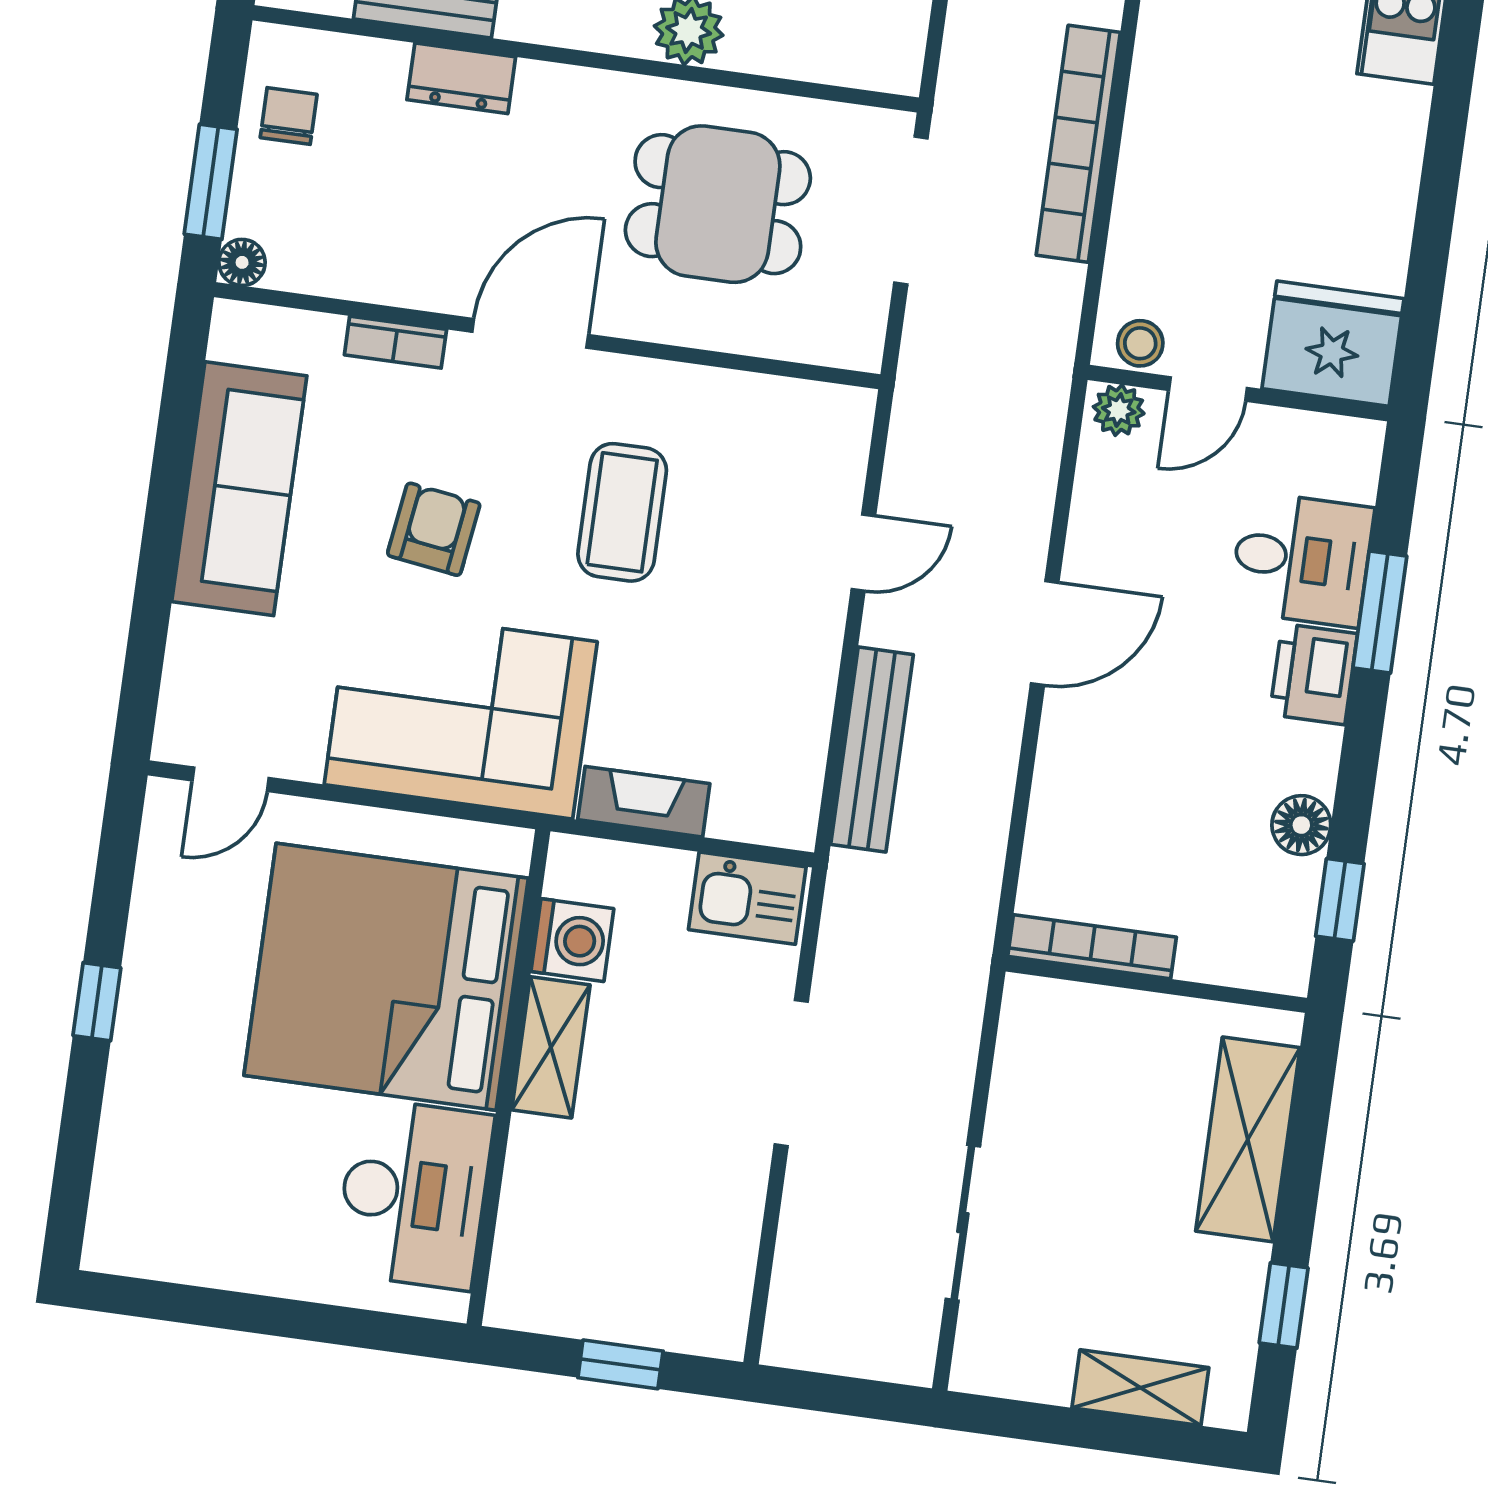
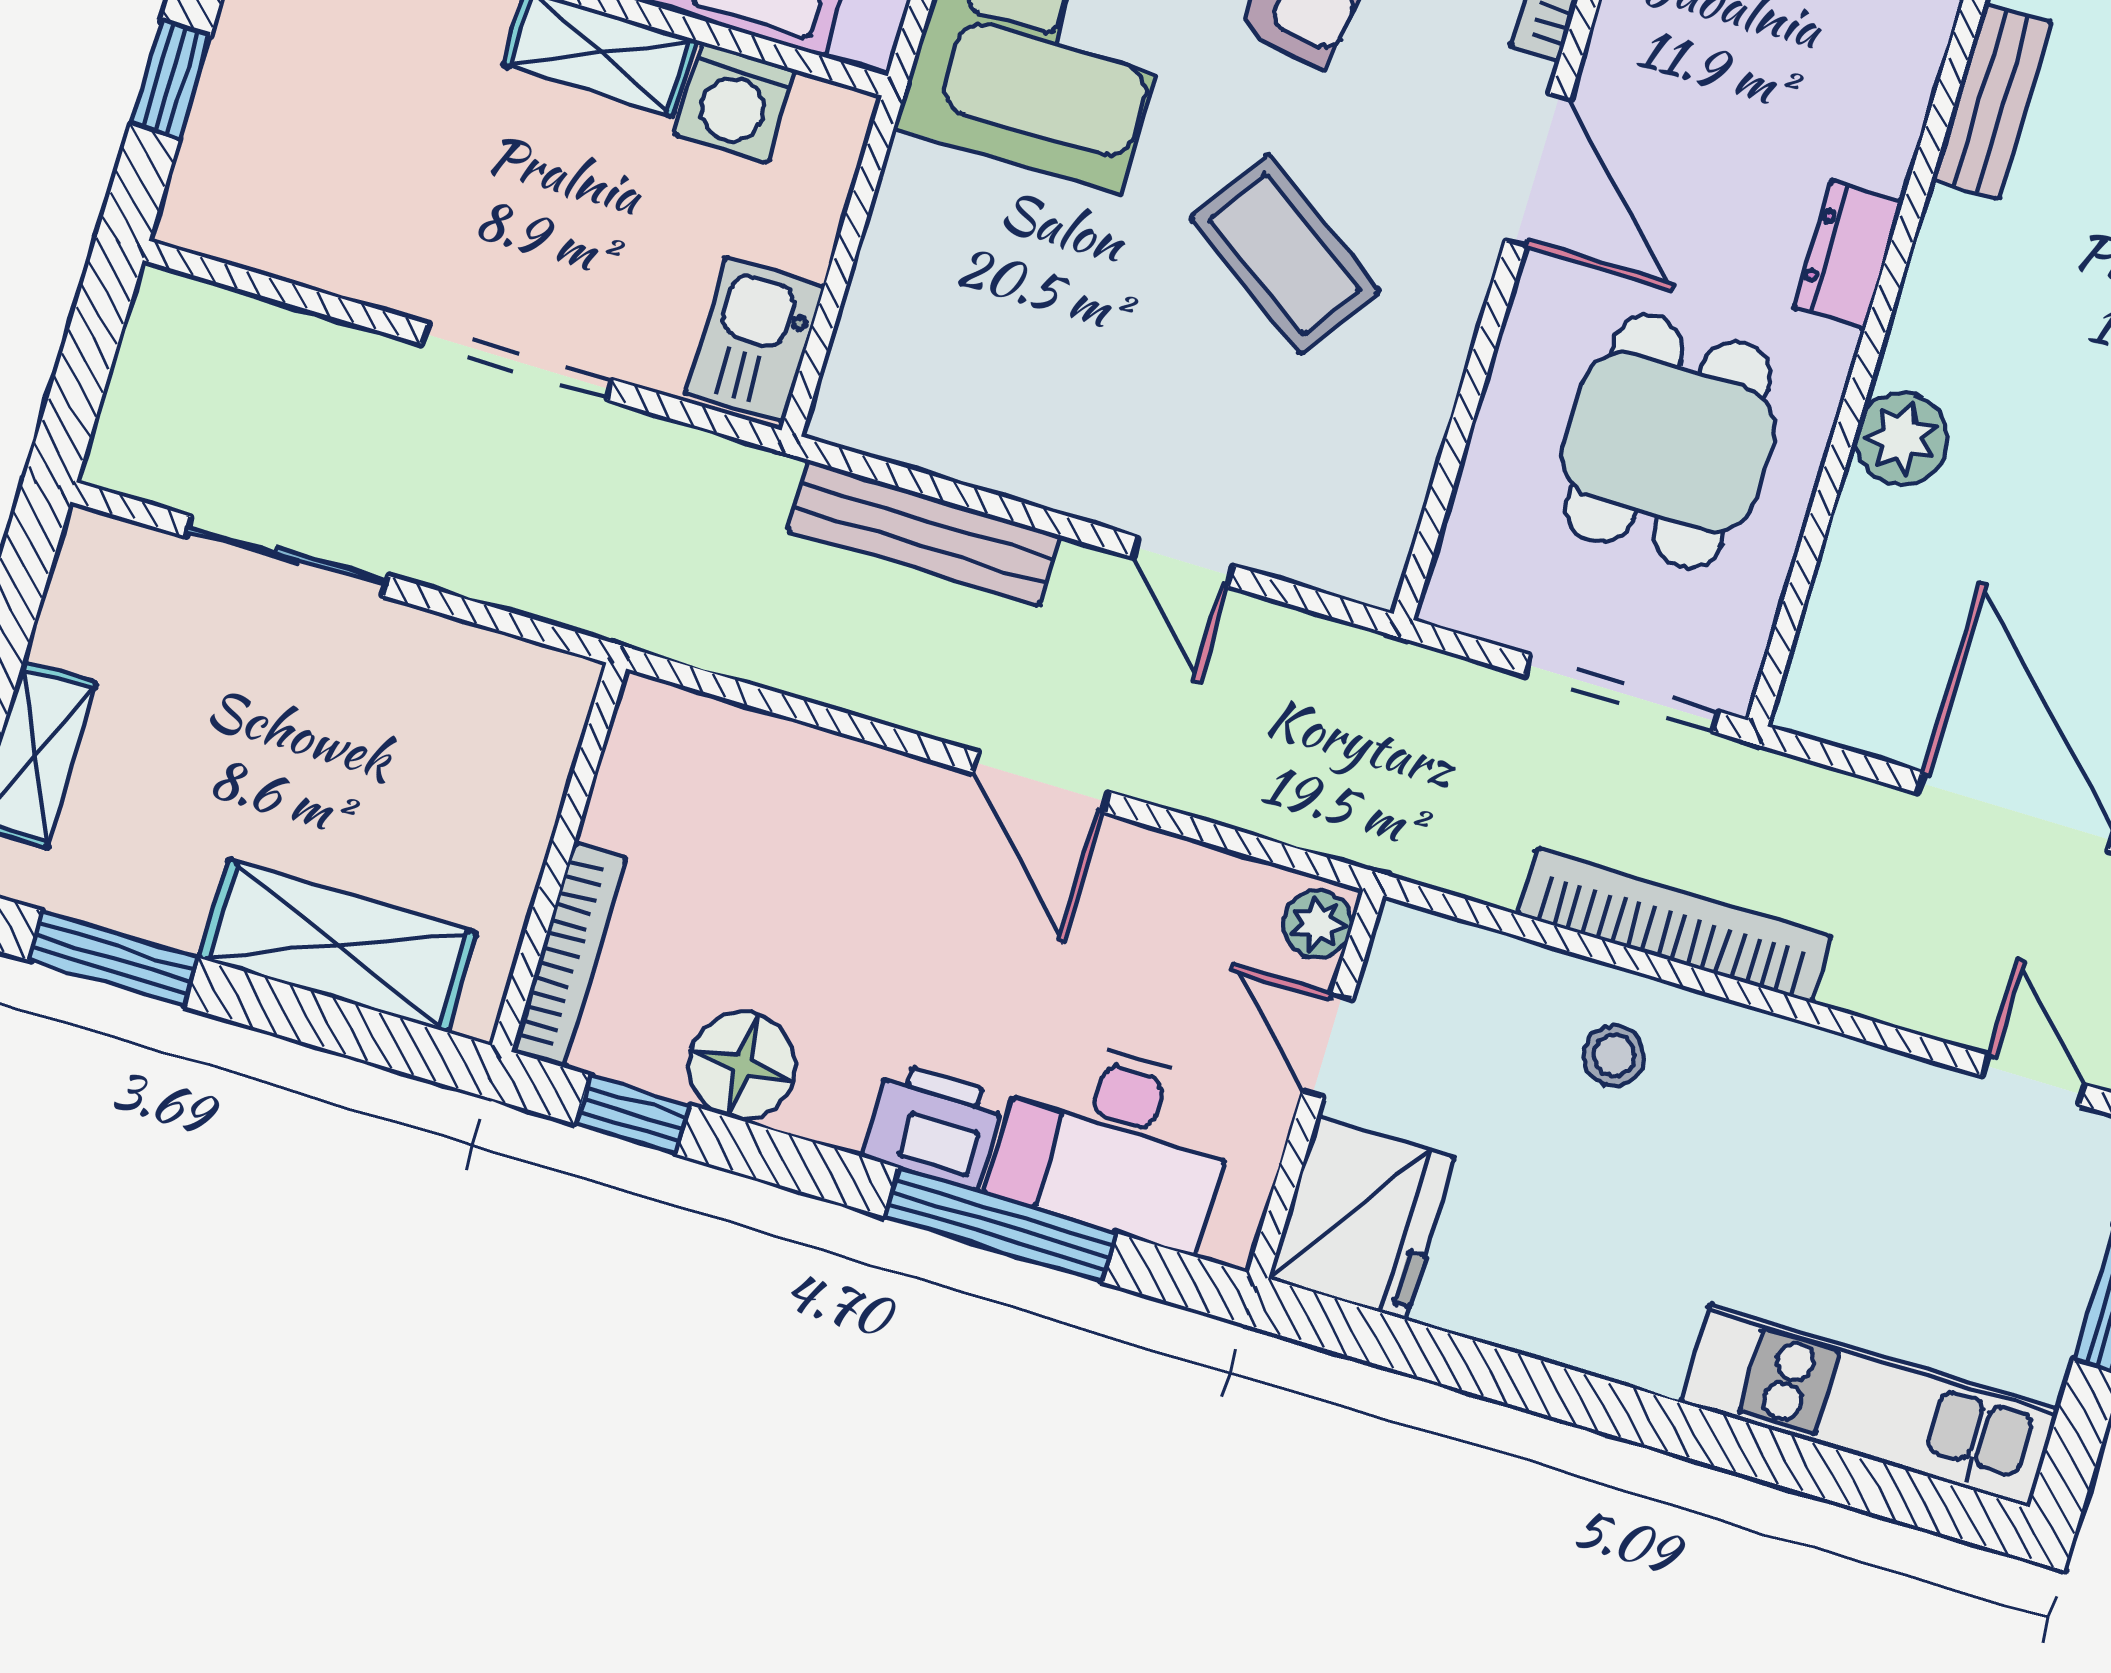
dresser: (461, 78) -> (1848, 254), moved
stool: (1140, 343) -> (1614, 1056), moved
coffee table: (622, 512) -> (1285, 254), turned 34
desk: (1302, 559) -> (1115, 1142), width x1.37
window: (1380, 612) -> (1001, 1225), width x1.44
fireplace: (644, 802) -> (902, 224), removed
floor lamp: (1301, 825) -> (742, 1065), width x1.38, depth x1.38
bookcase: (1092, 947) -> (569, 955), moved
window: (1284, 1305) -> (113, 959), width x1.50

